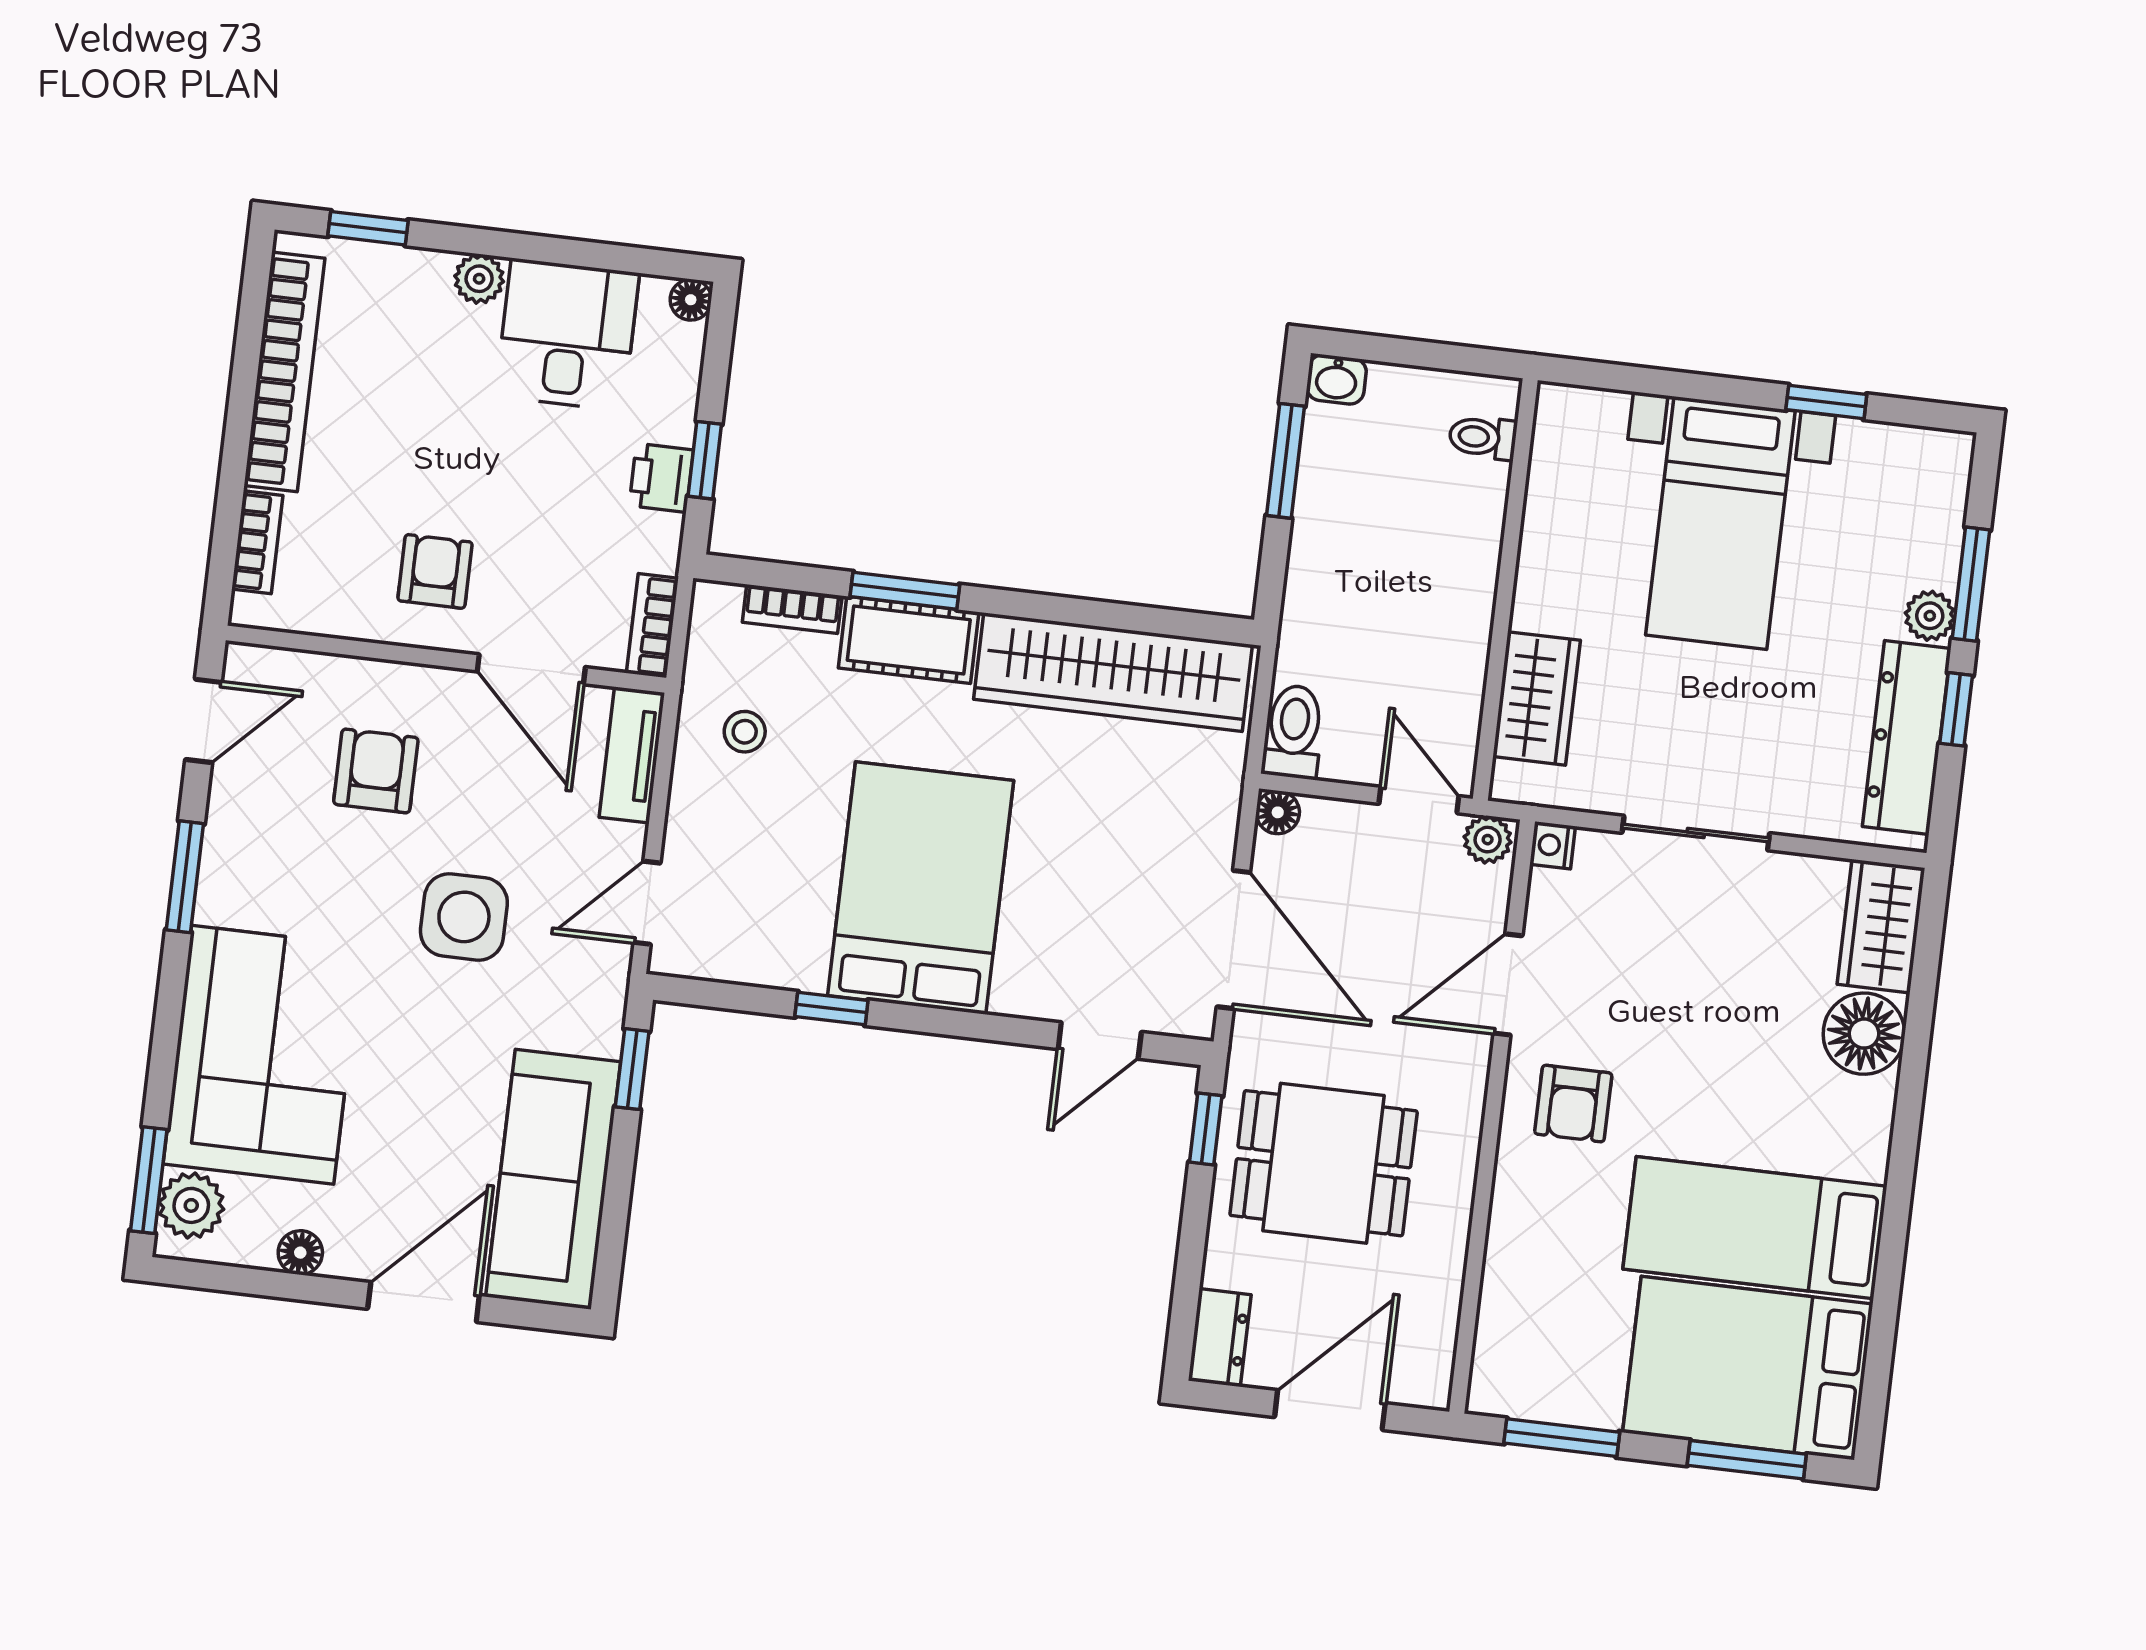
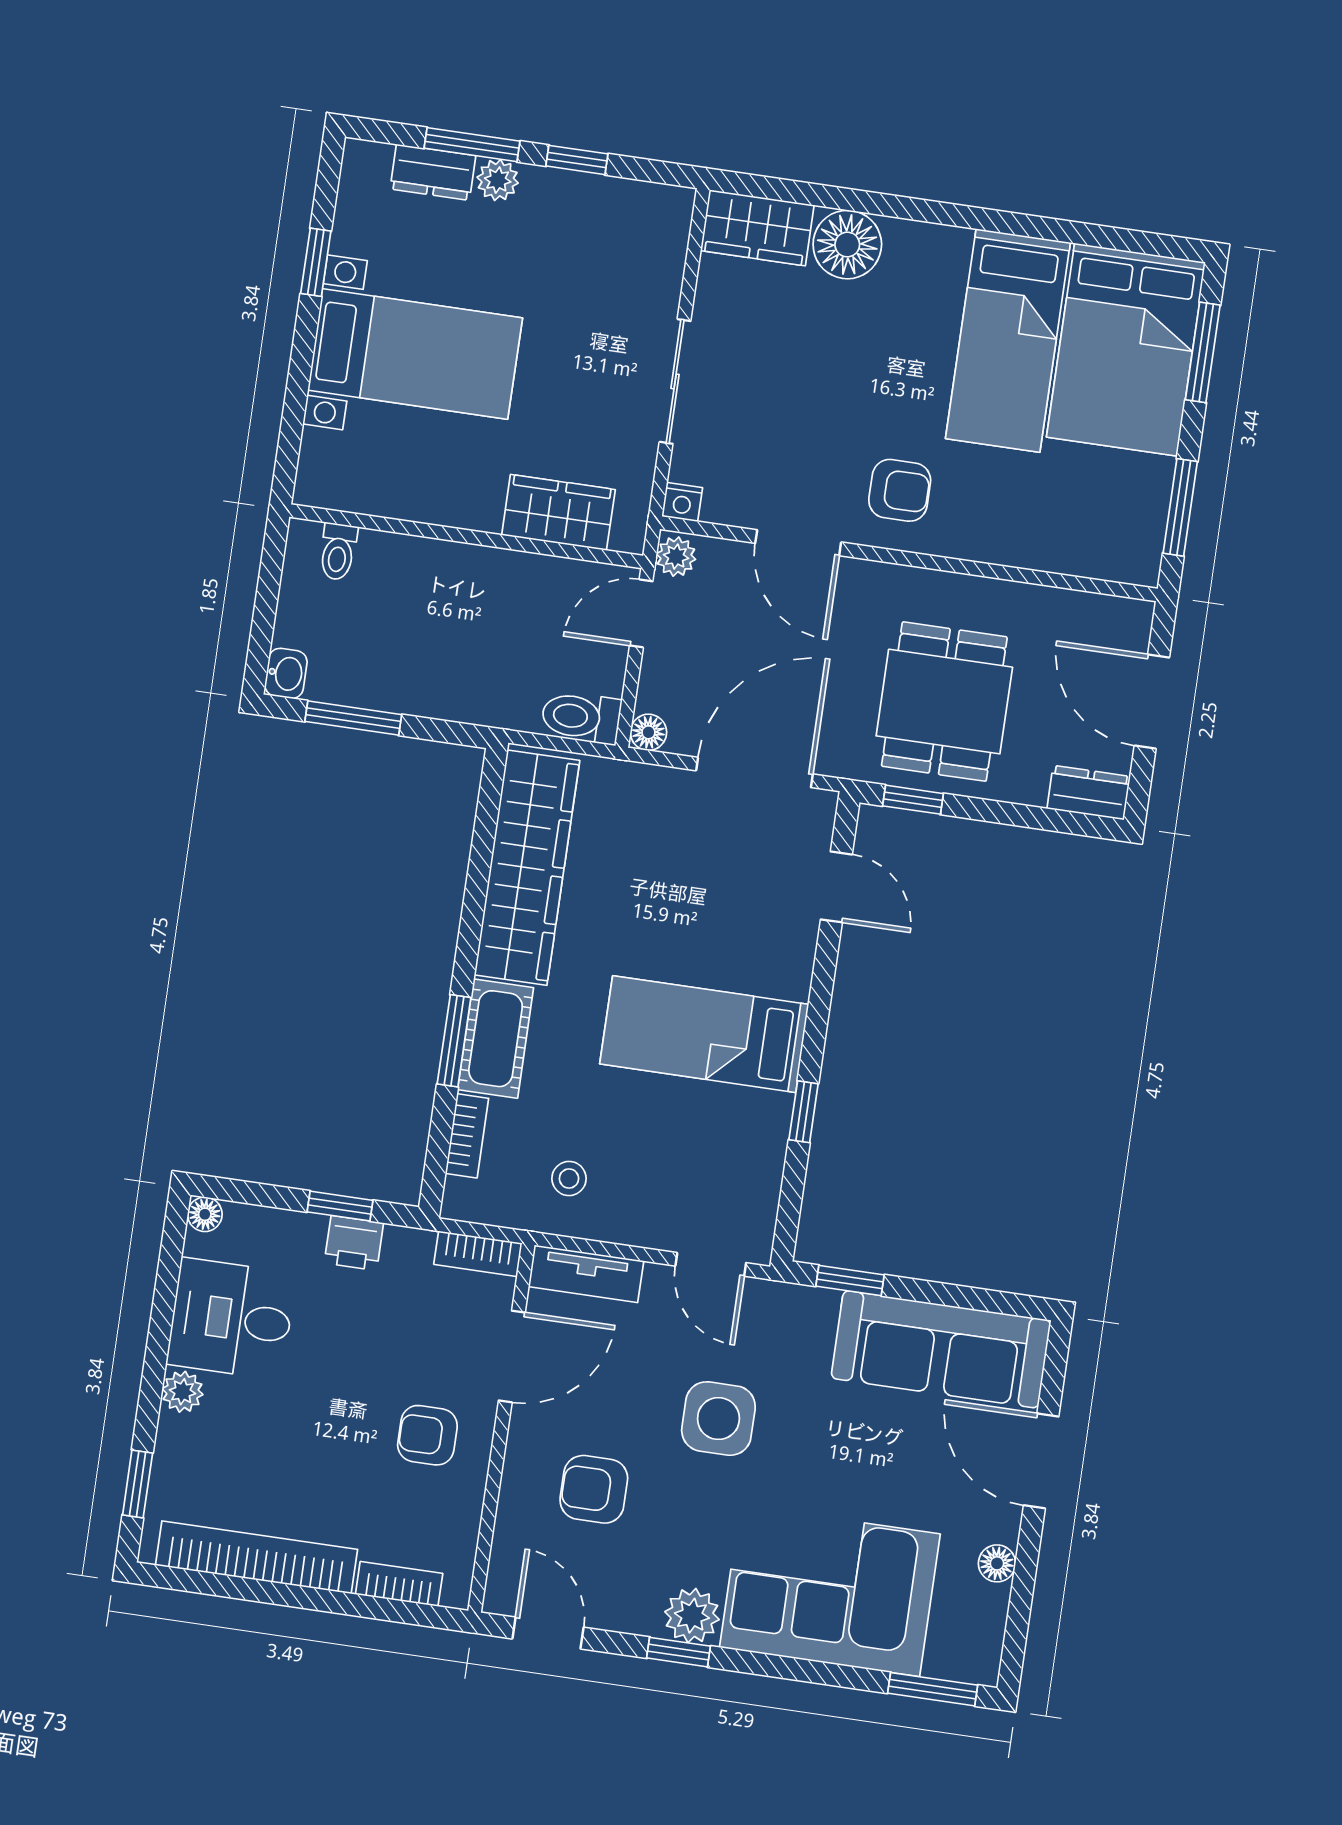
dresser: (1907, 737) -> (433, 172), moved, width x0.51, depth x0.80
window: (185, 877) -> (679, 1652), width x0.67
bed: (921, 888) -> (704, 1034), width x0.67
plant: (191, 1205) -> (692, 1616), moved

